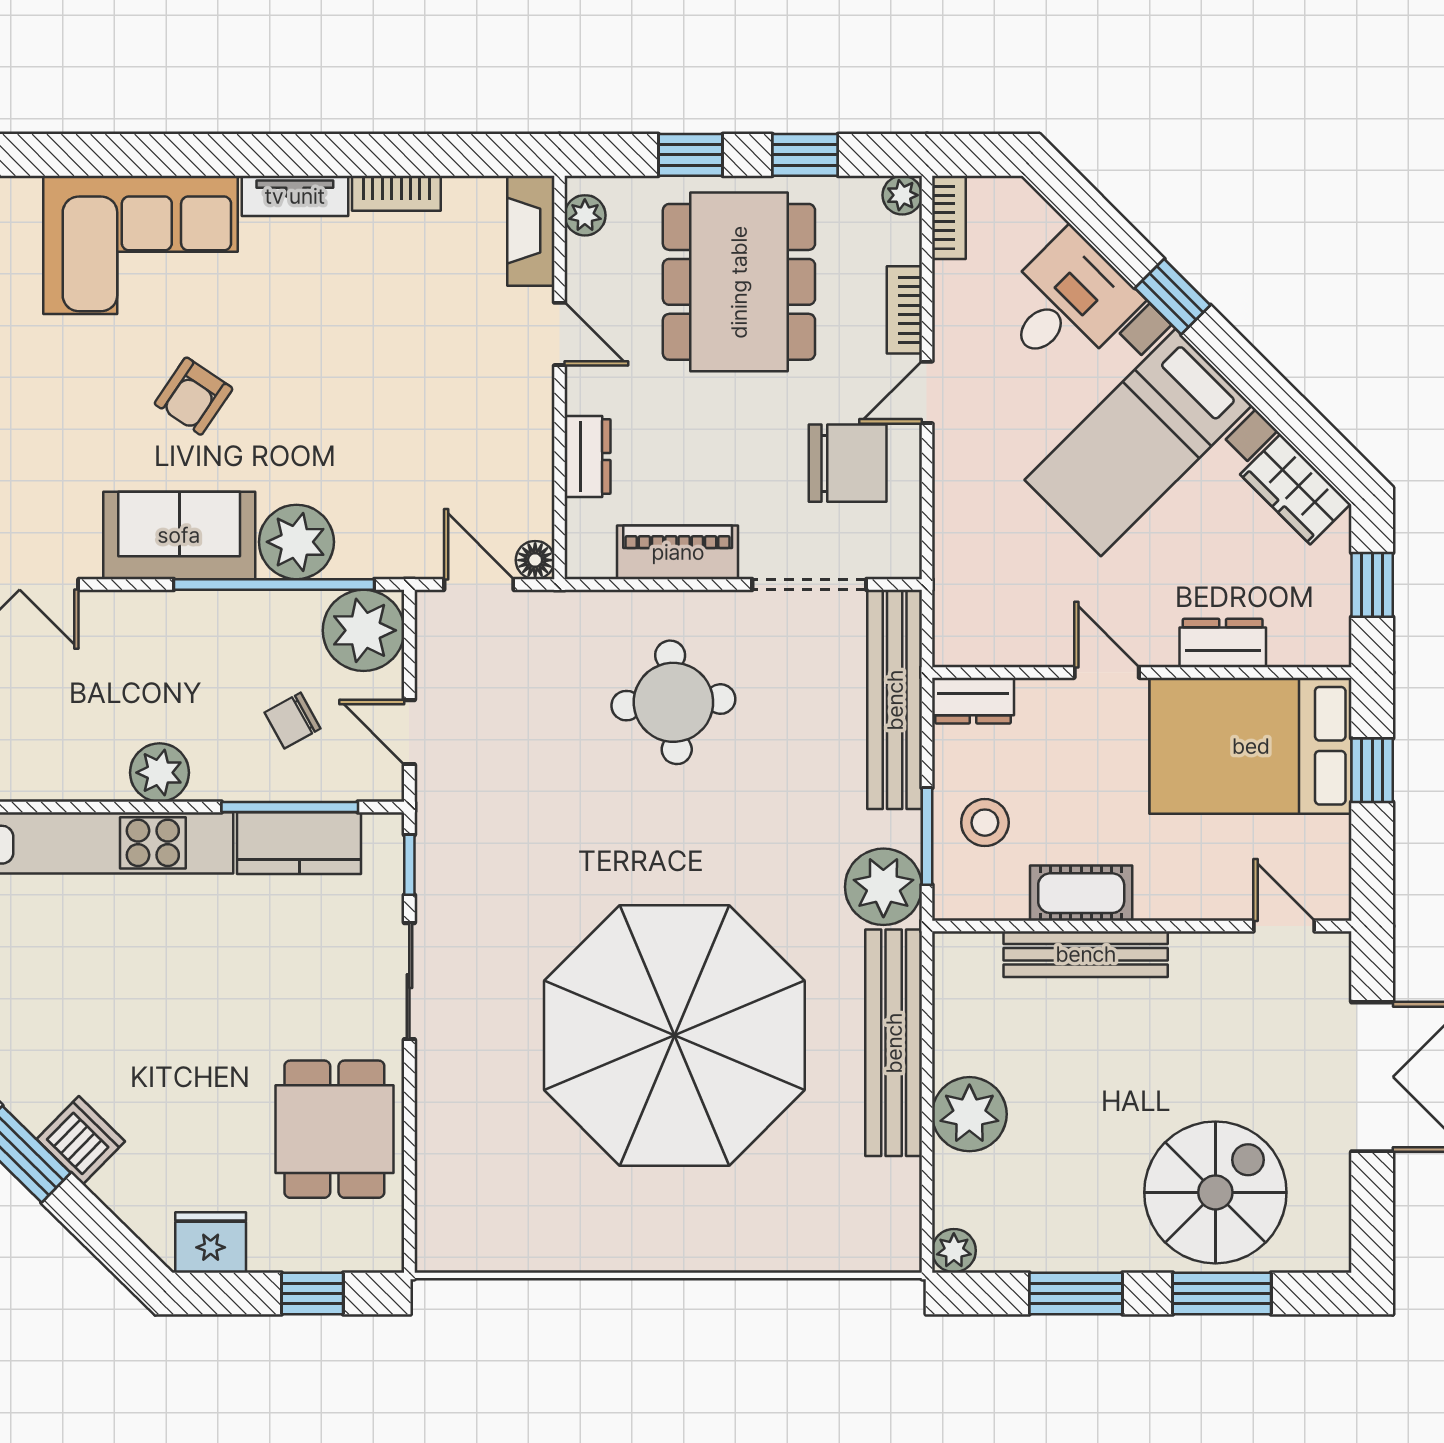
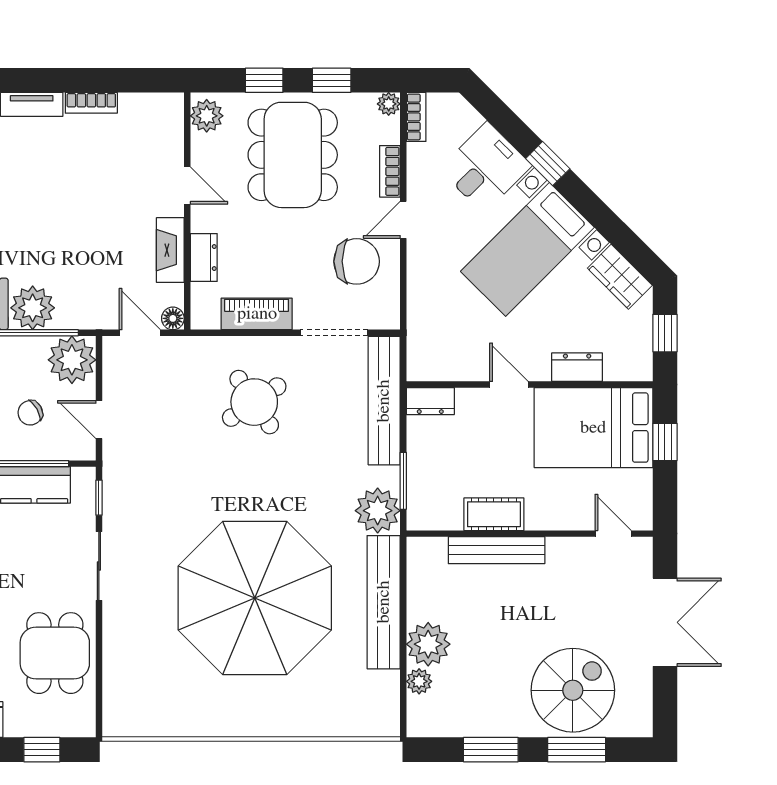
plant: (585, 215) -> (207, 116), width x1.38, depth x1.38
fireplace: (531, 231) -> (170, 250), moved
round table: (673, 702) -> (254, 402), turned -30
stool: (985, 823) -> (437, 473), removed
plant: (954, 1251) -> (419, 681), moved

